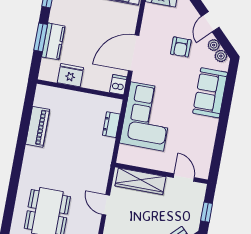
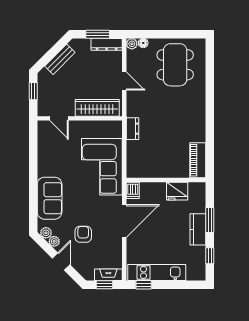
kitchen counter: (53, 41) -> (198, 229), moved
dresser: (111, 125) -> (132, 129), moved
piano: (38, 127) -> (198, 160), moved

